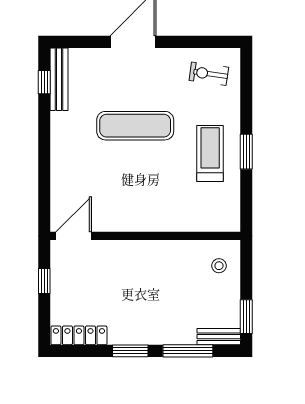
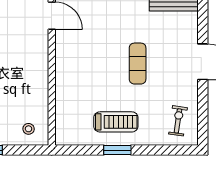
exercise mat: (135, 126) -> (138, 64), width x0.73, depth x0.69

